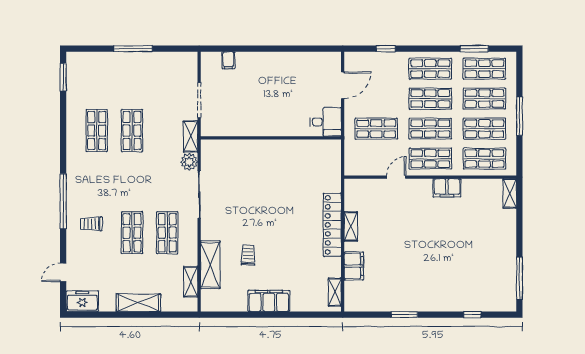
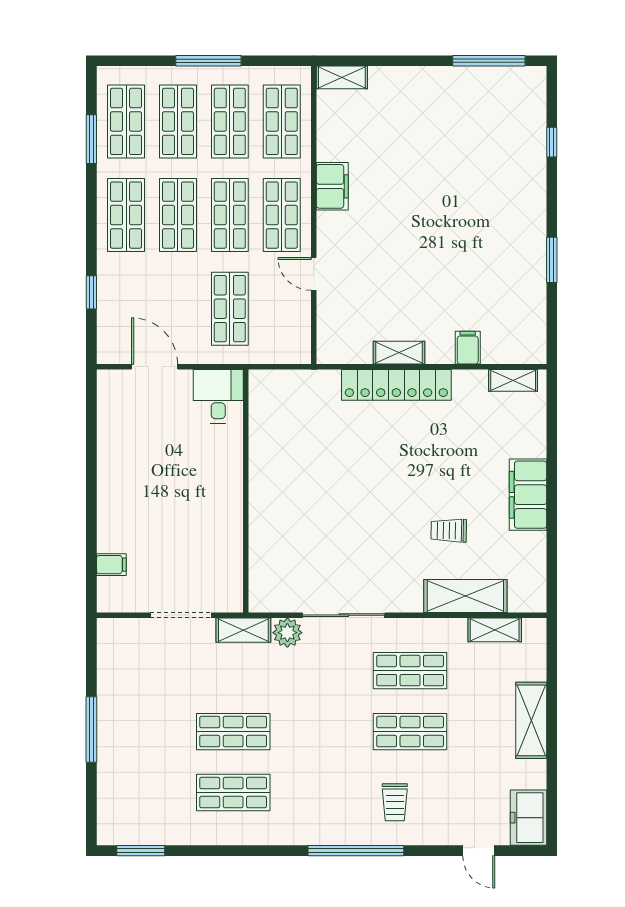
filing cabinet: (354, 266) -> (468, 348), width x0.50

